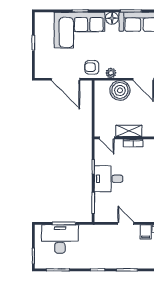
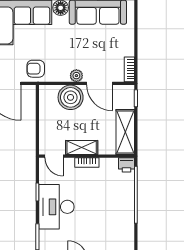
plant: (111, 73) -> (76, 76), moved
desk: (109, 179) -> (56, 207), width x1.37

